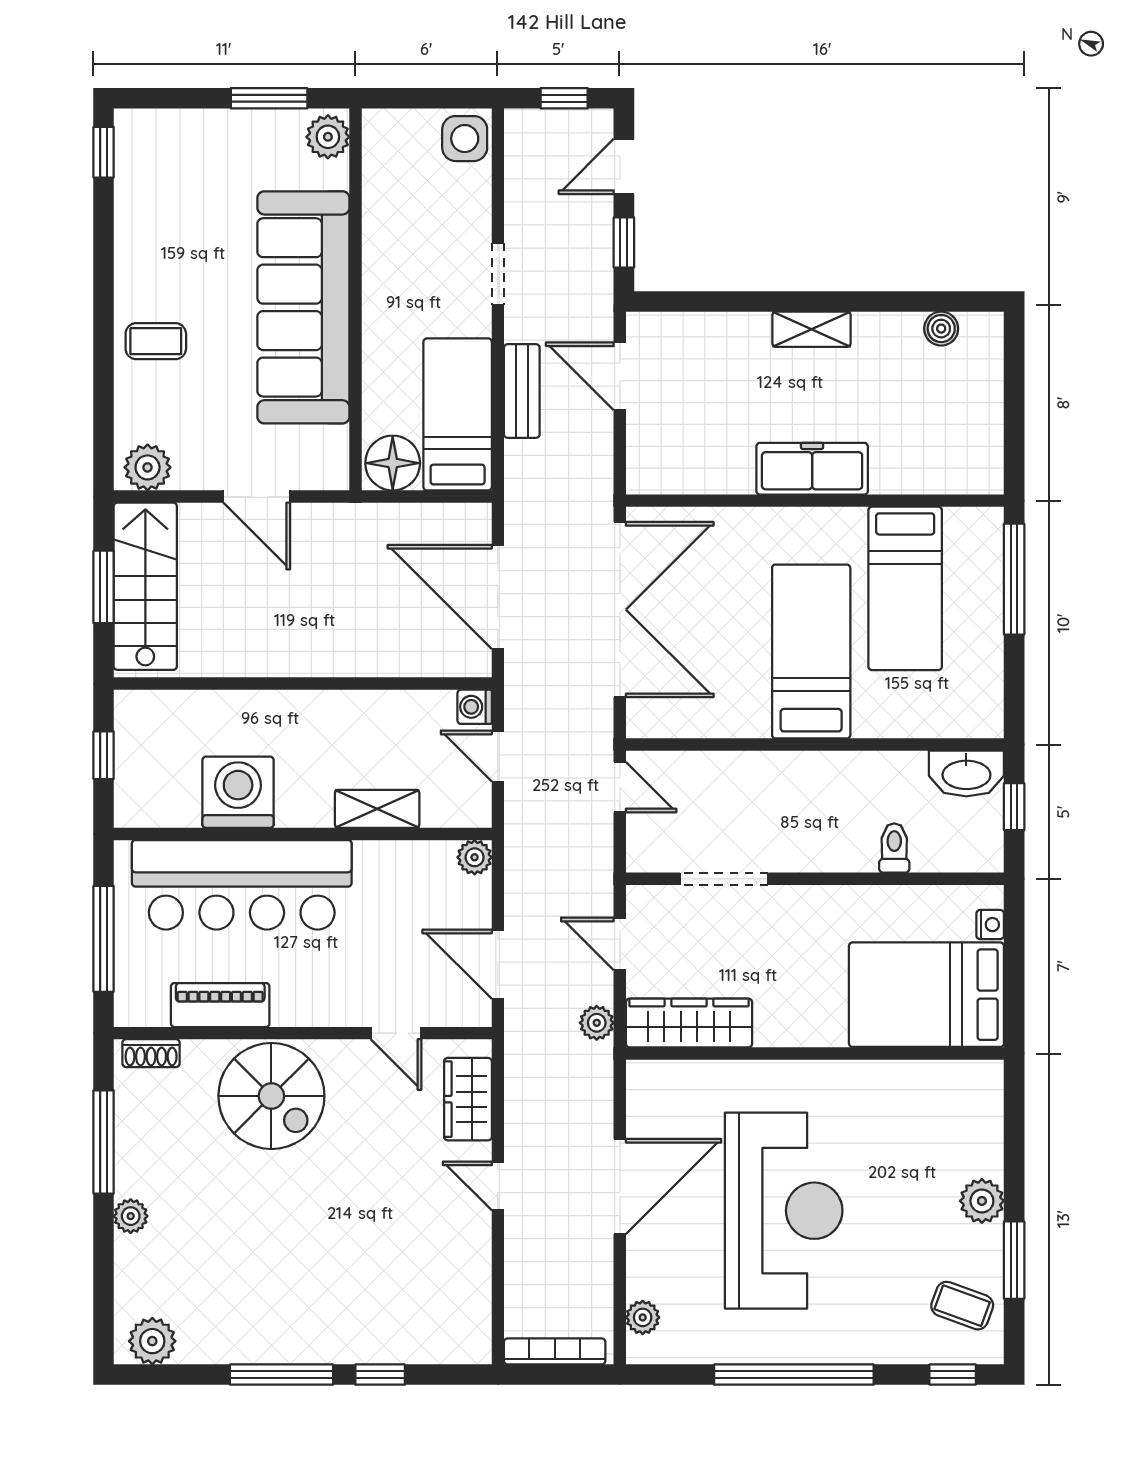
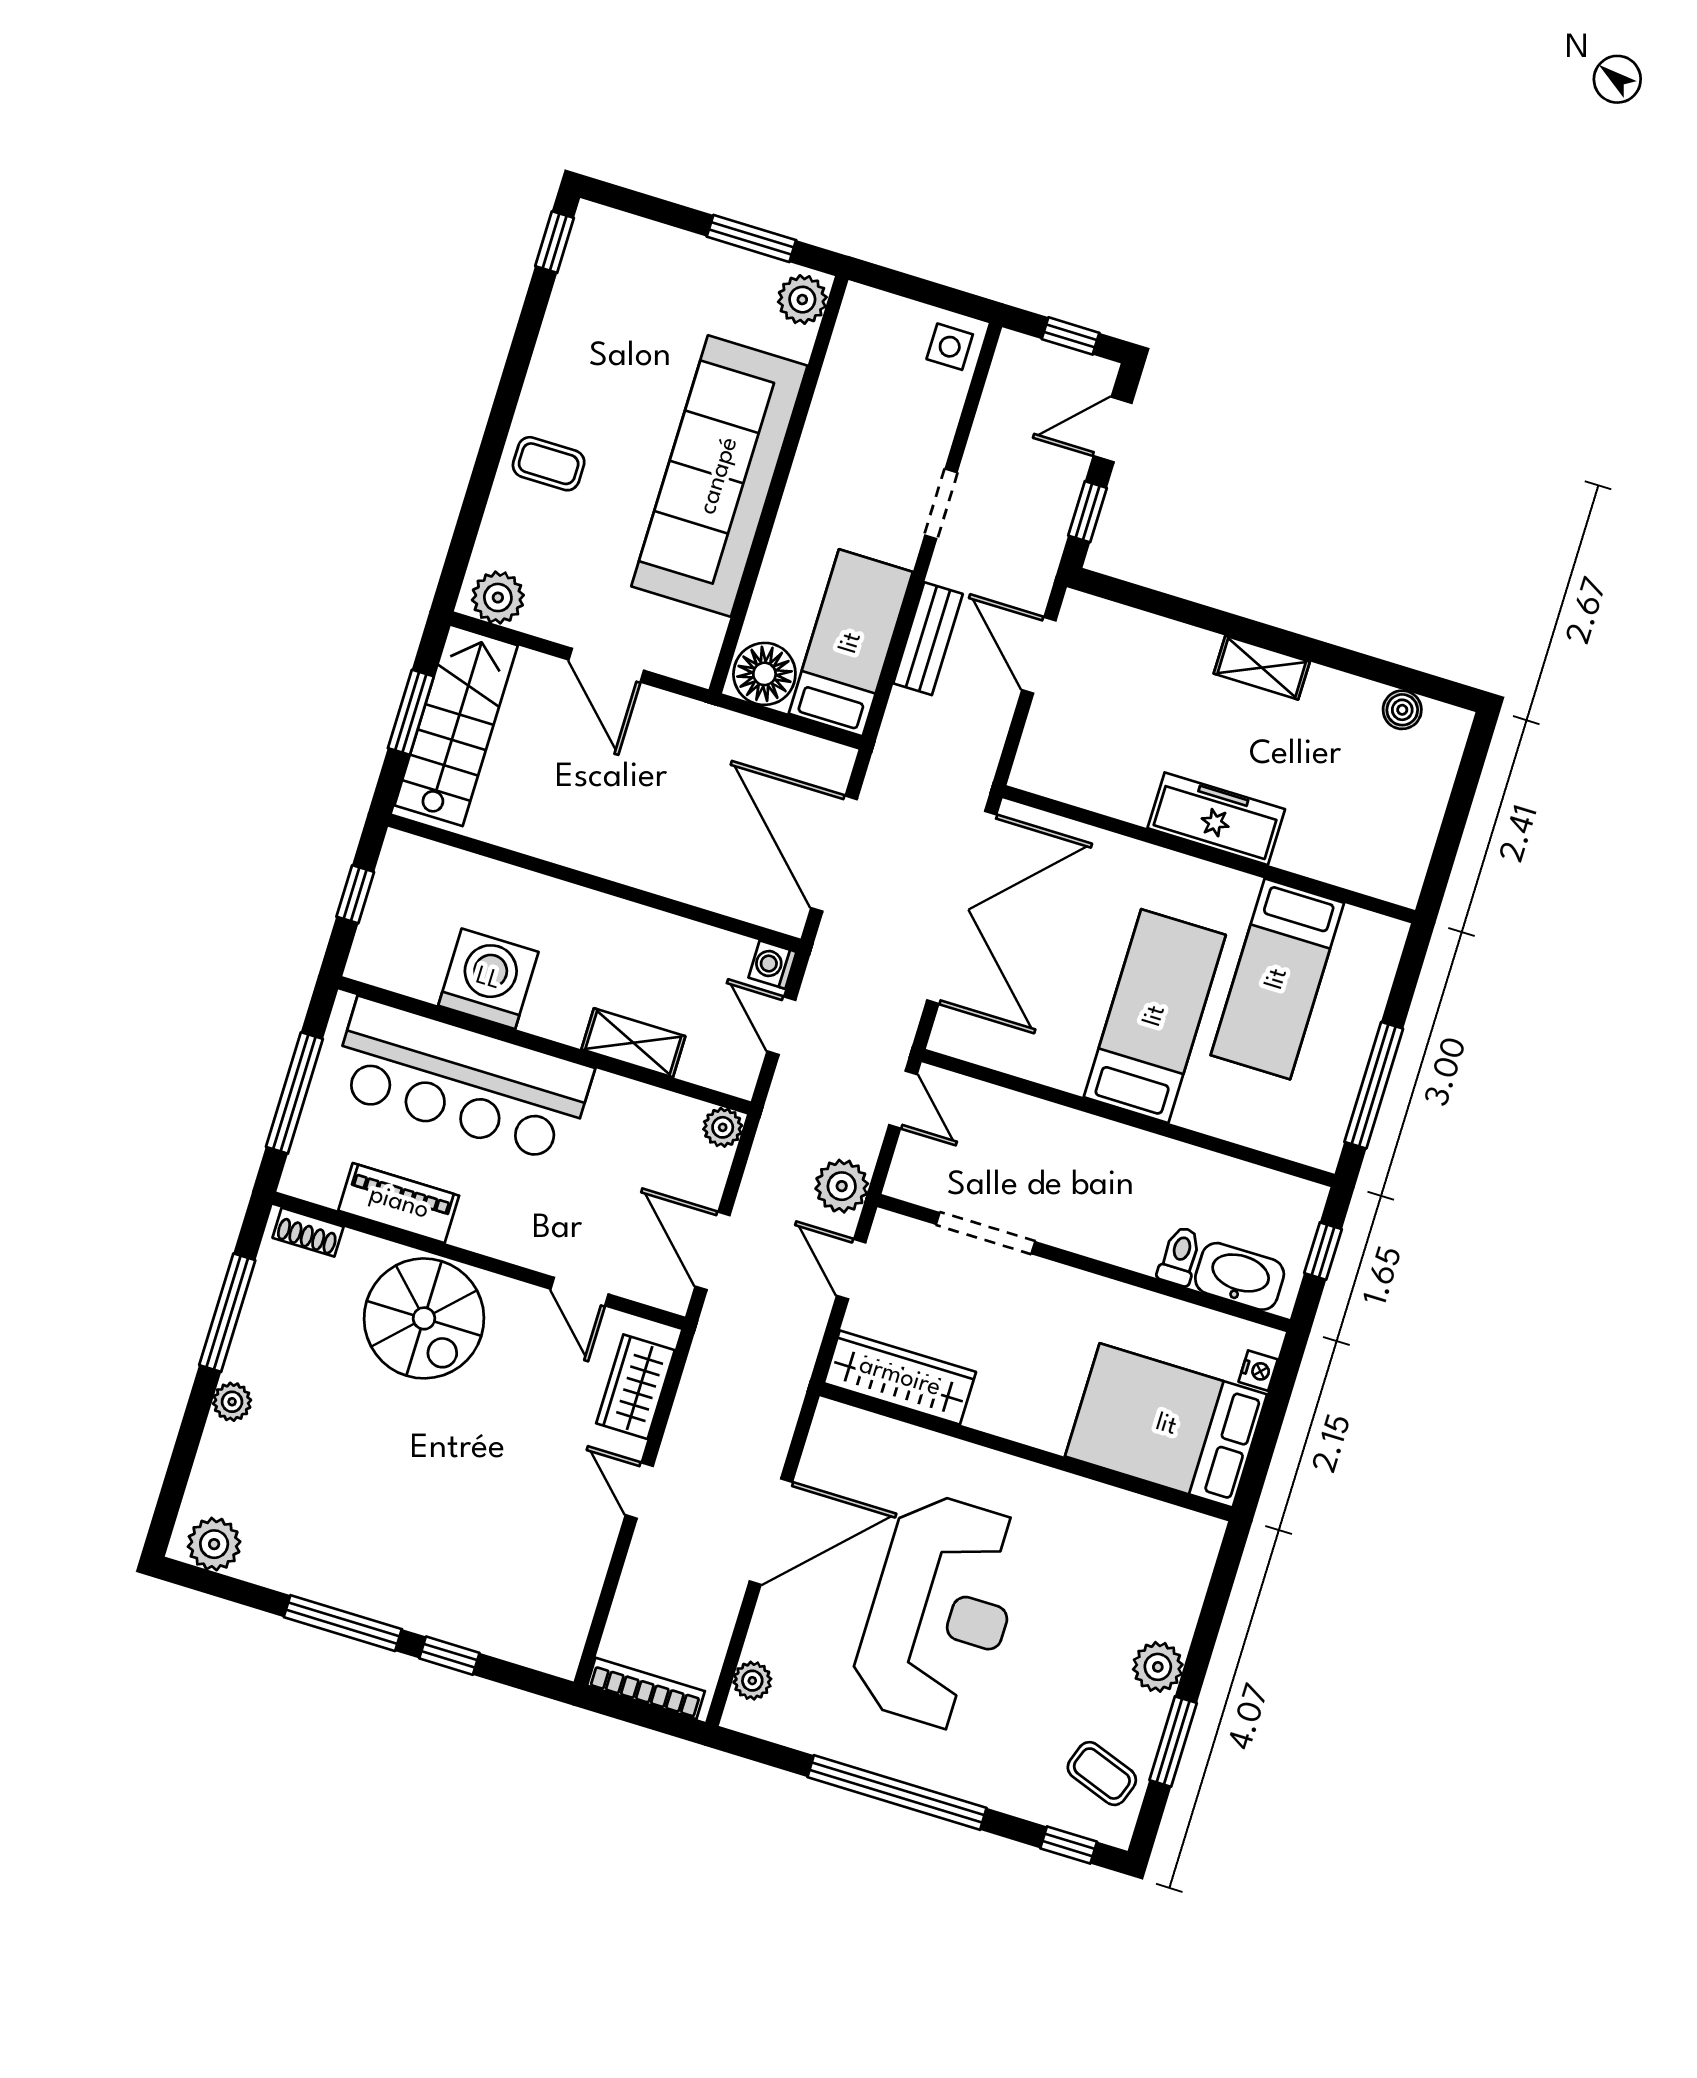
side table: (465, 139) -> (950, 347), width x0.73, depth x0.73
window: (1014, 579) -> (1374, 1085), moved
washbasin: (966, 774) -> (1240, 1276), moved, turned 180
plant: (597, 1023) -> (842, 1186), moved, width x1.38, depth x1.38

